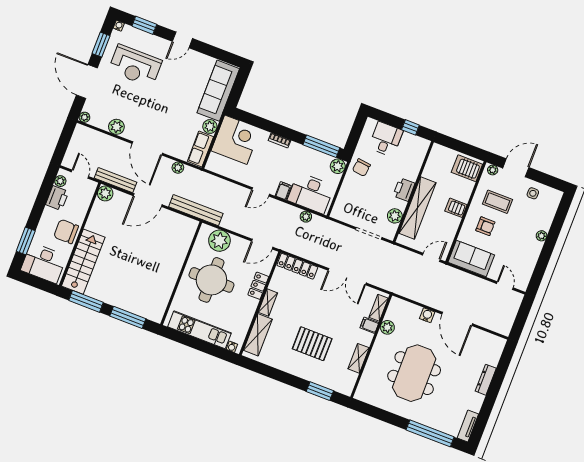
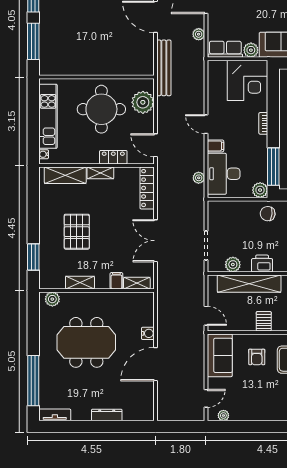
plant: (542, 236) -> (223, 415), moved
plant: (387, 327) -> (52, 299), moved

